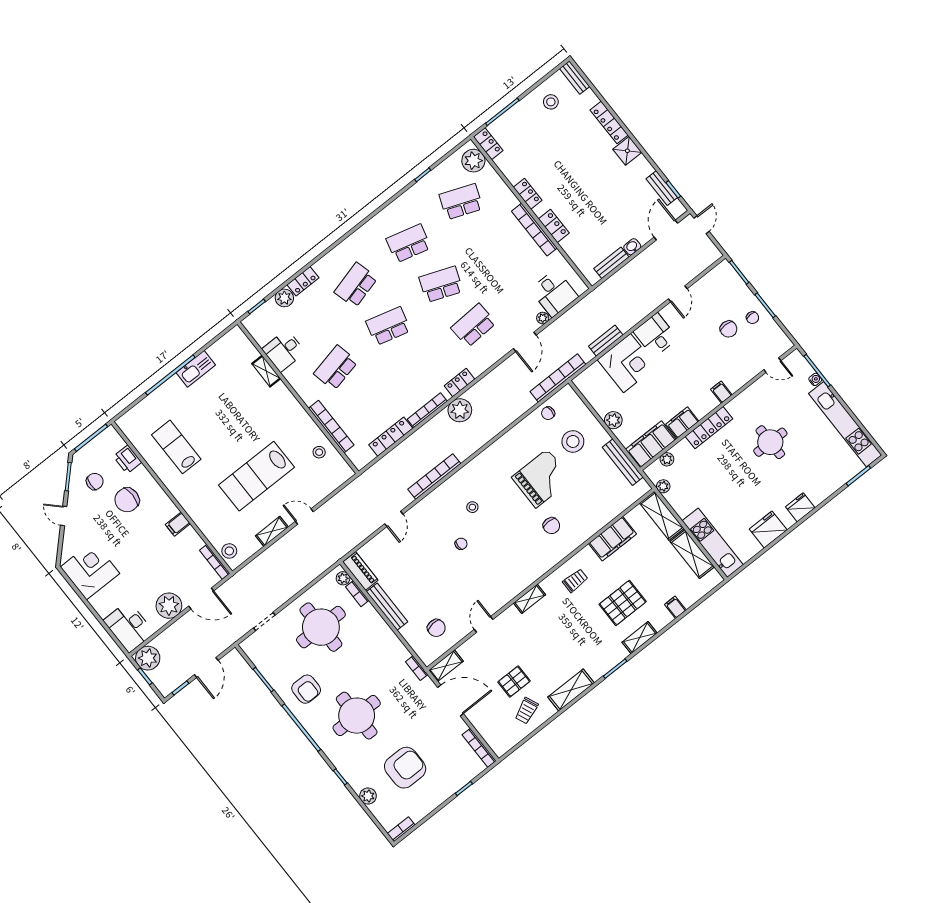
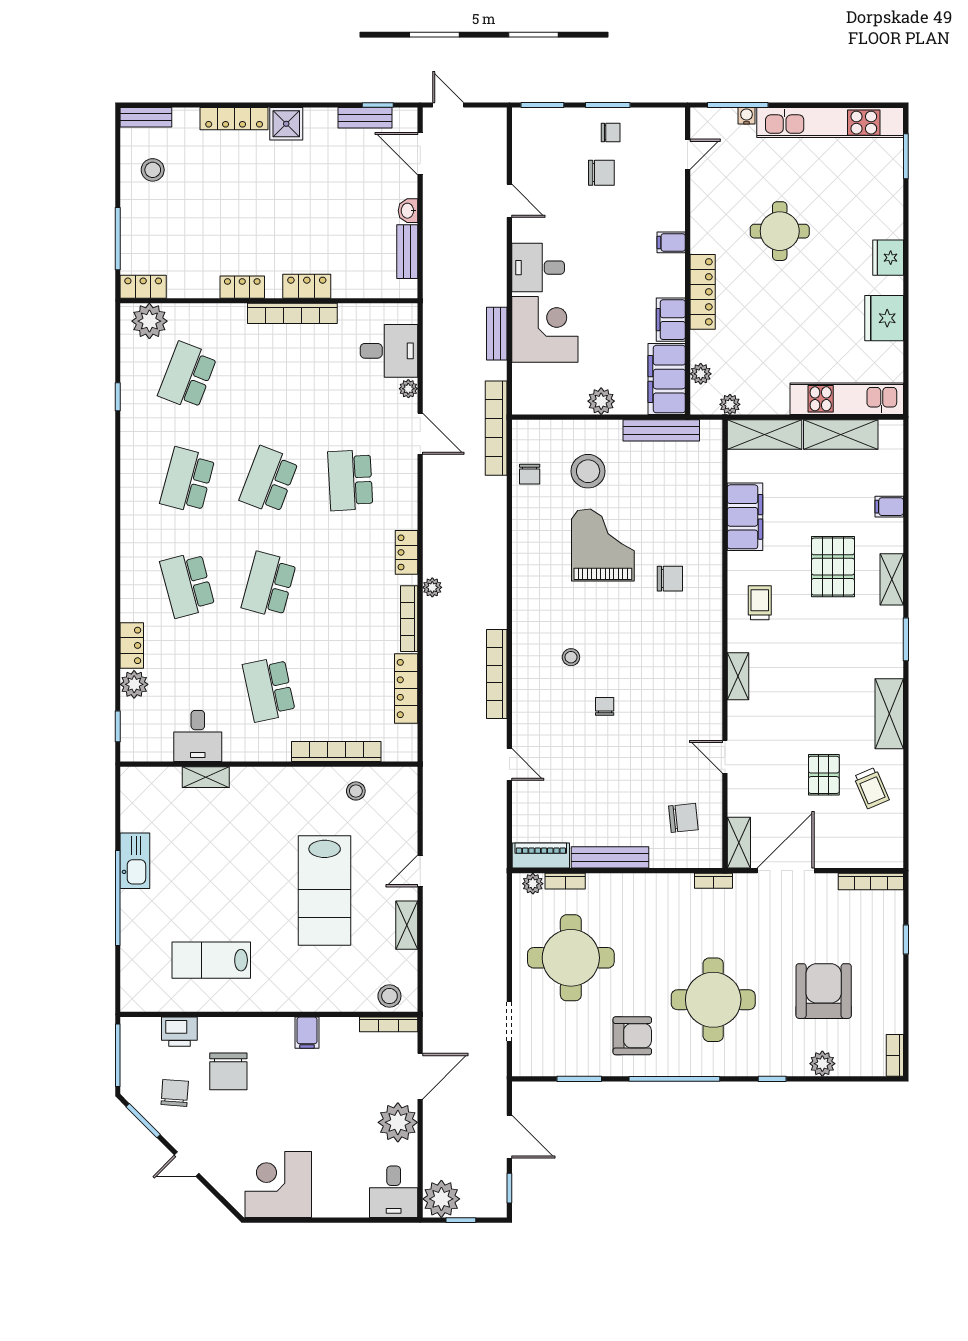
plant: (460, 410) -> (432, 587), width x0.53, depth x0.53
desk: (129, 627) -> (394, 1192), width x0.73

